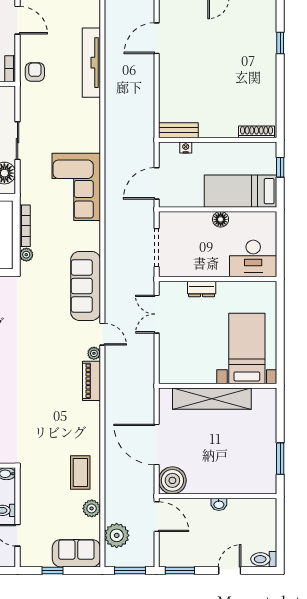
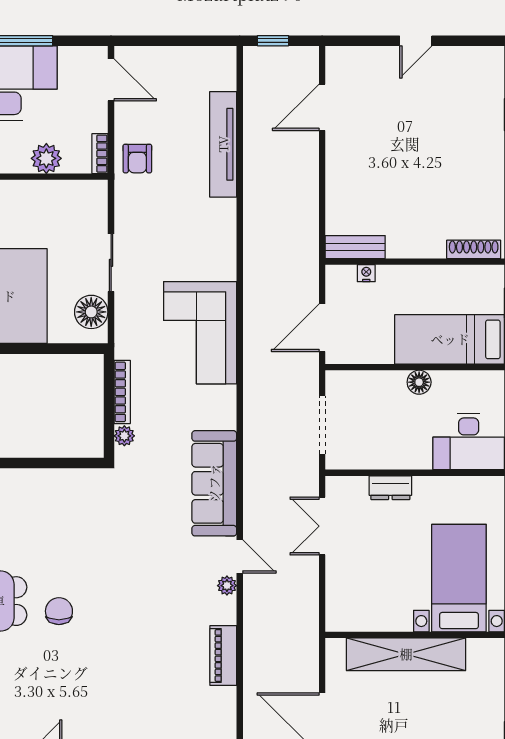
armchair: (35, 72) -> (137, 159), turned 180
piano: (91, 381) -> (223, 656), moved

